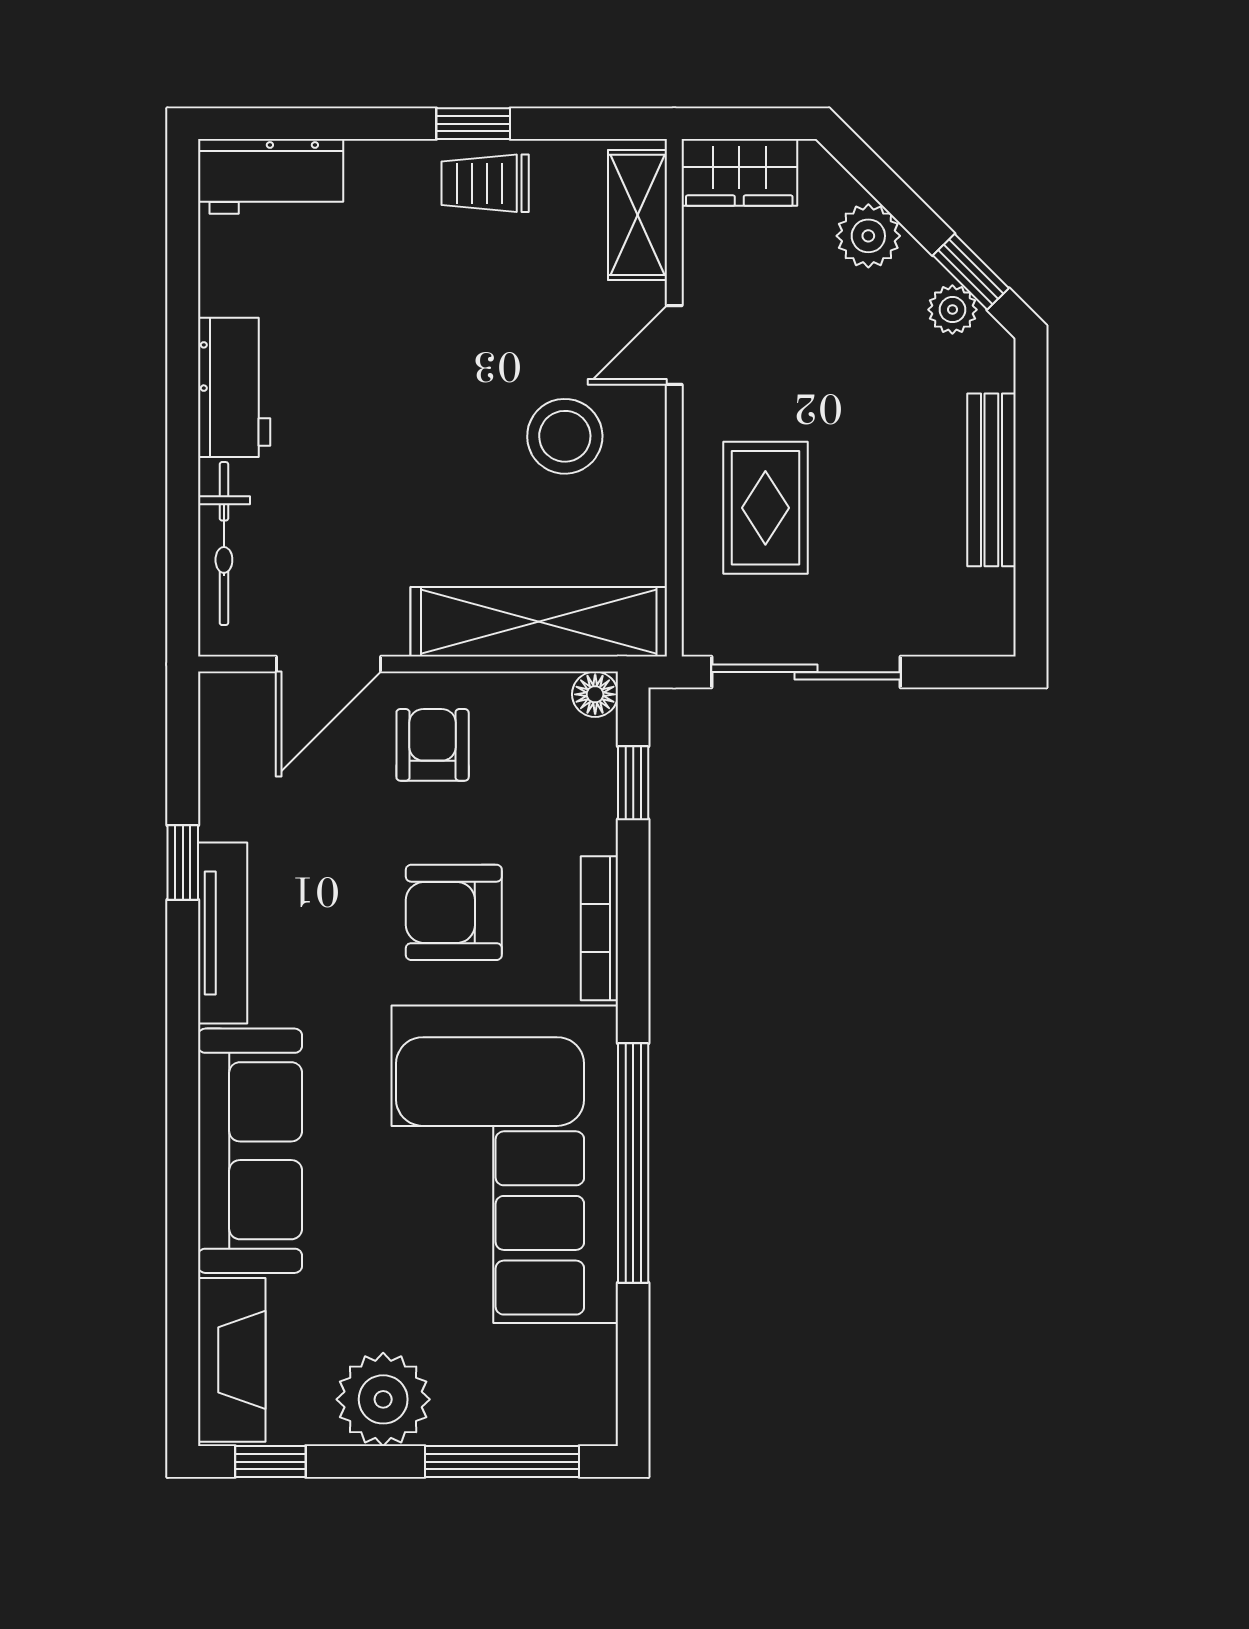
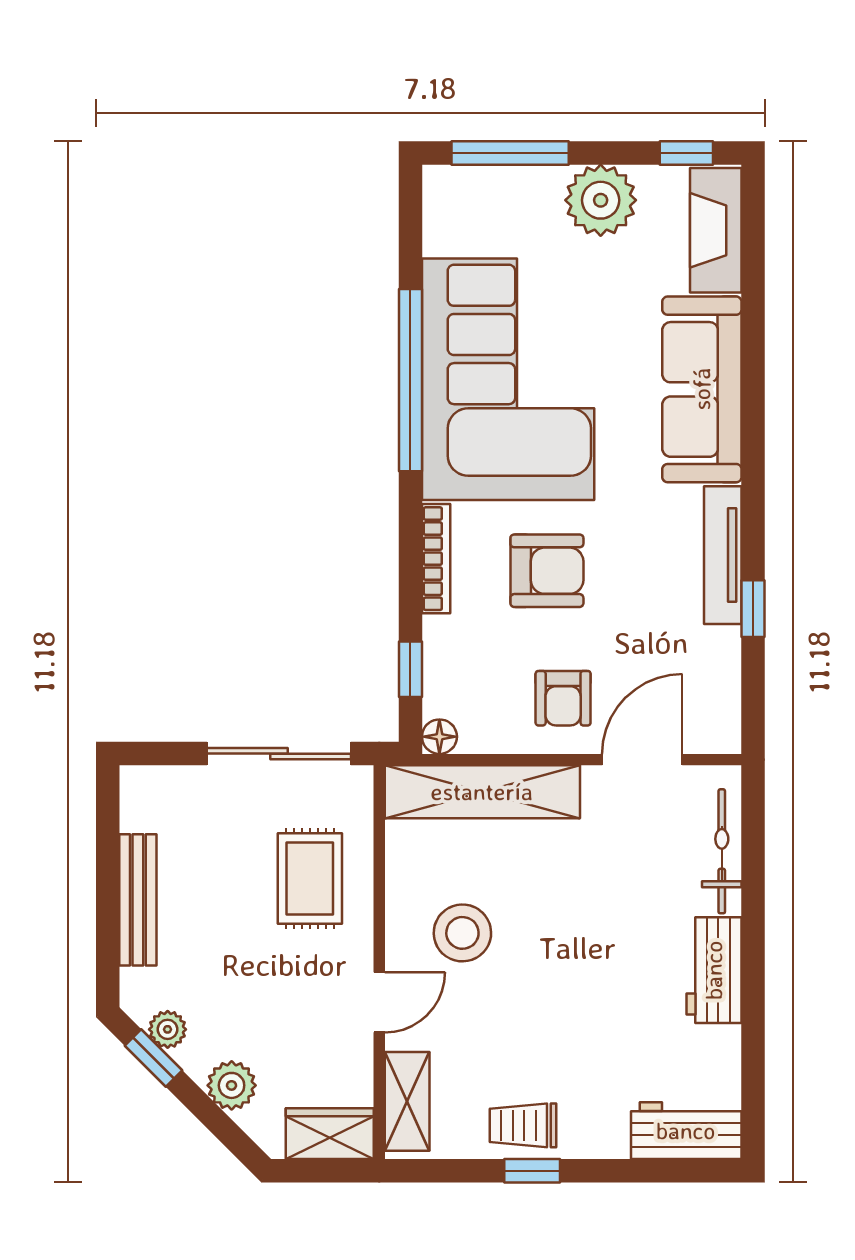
trolley: (485, 183) -> (523, 1125), turned 180

